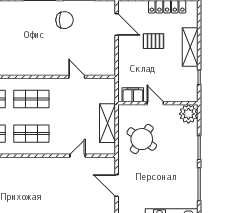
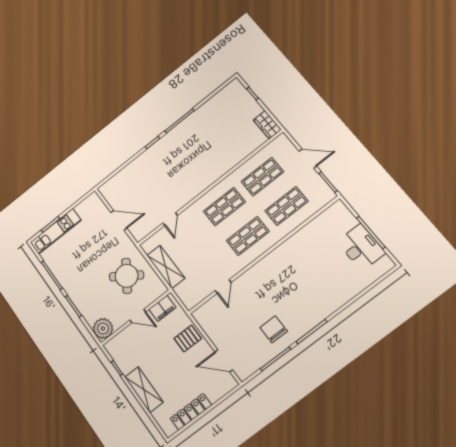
chair: (65, 20) -> (274, 329), turned 90
pallet: (153, 41) -> (188, 339), moved
door: (77, 77) -> (223, 286), hinge flipped

